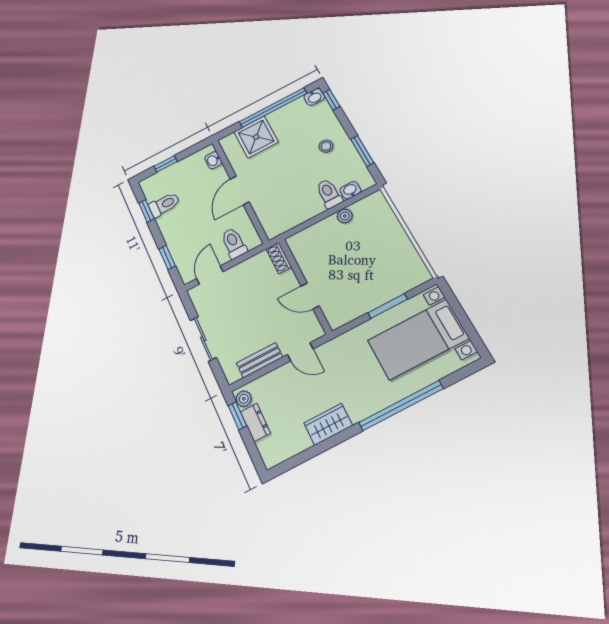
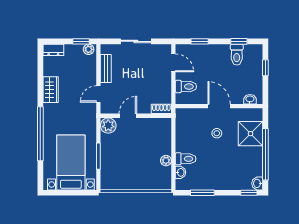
stool: (326, 146) -> (217, 133), moved
plant: (337, 315) -> (108, 126), added
dresser: (255, 422) -> (53, 50), moved

